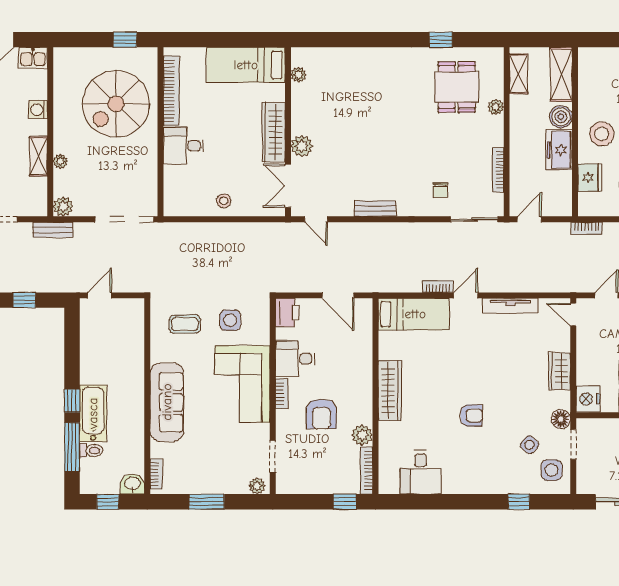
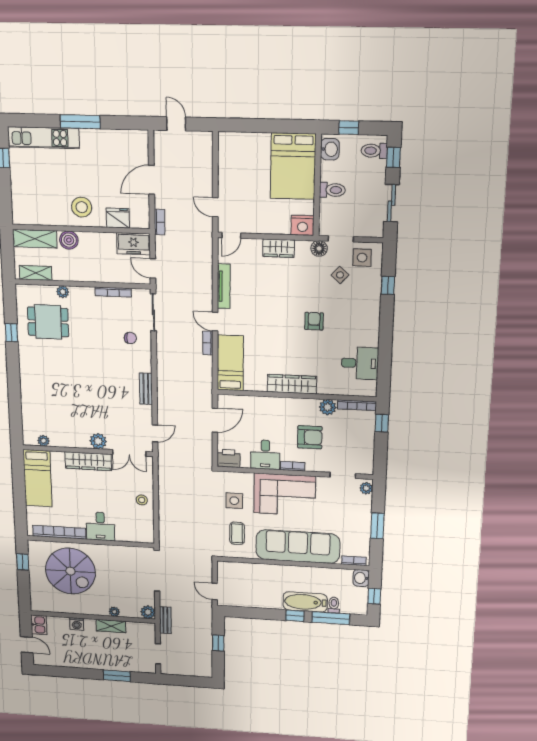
freezer: (559, 150) -> (134, 244), moved
sofa: (167, 402) -> (298, 547), width x1.36, depth x1.27

